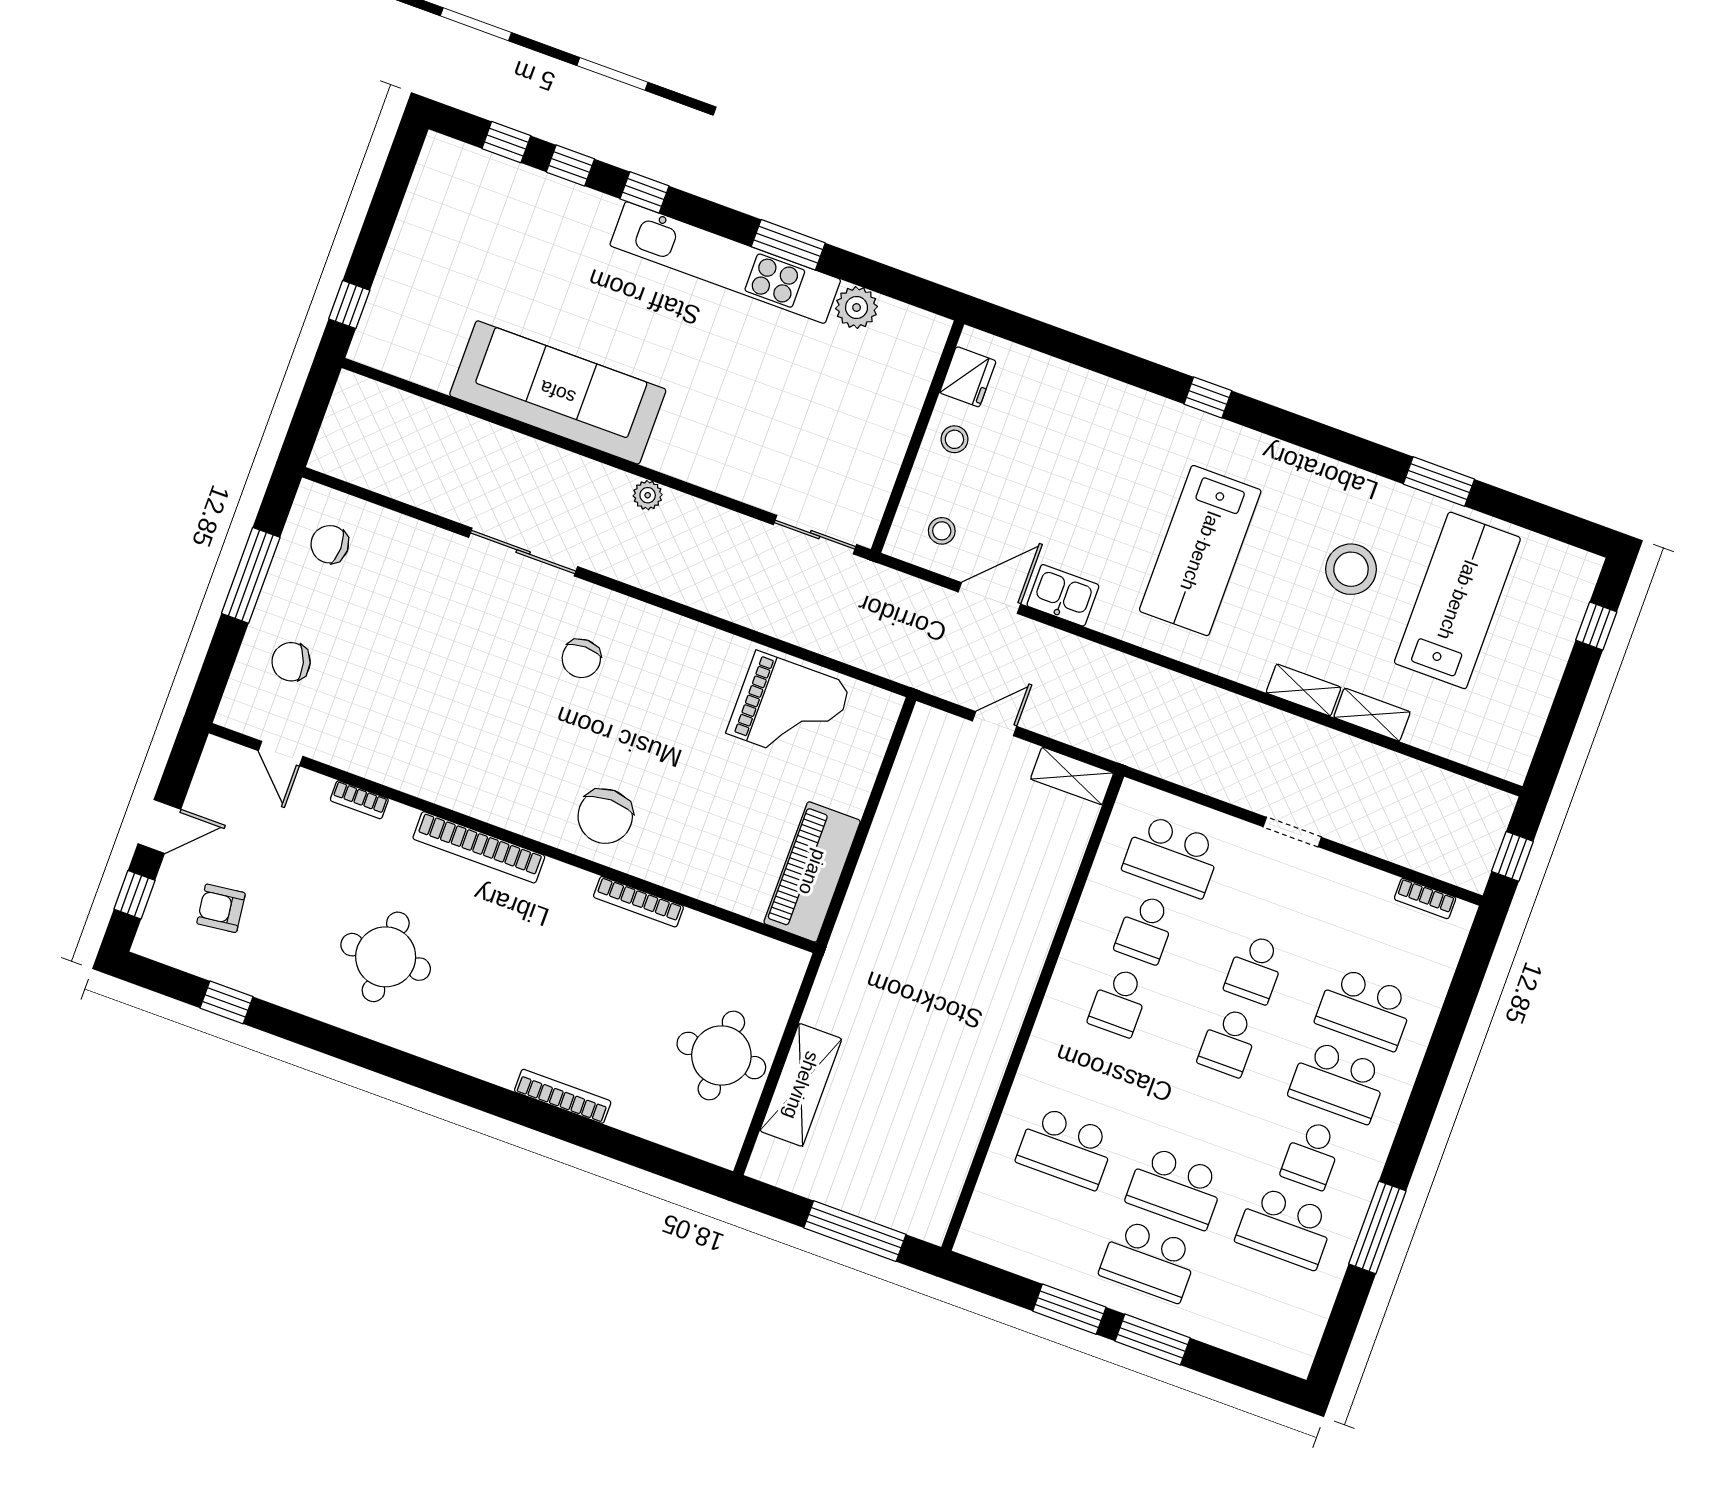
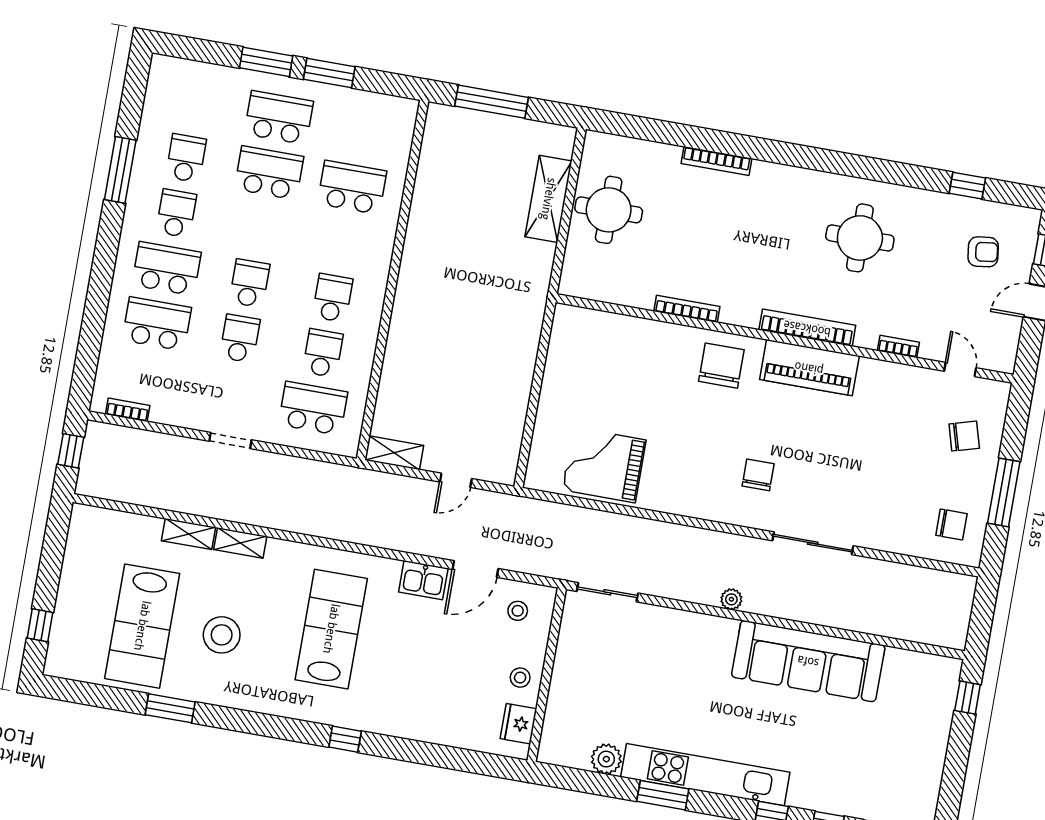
piano: (812, 872) -> (809, 368), moved, turned 90
school desk: (1285, 1228) -> (186, 158), width x0.54

